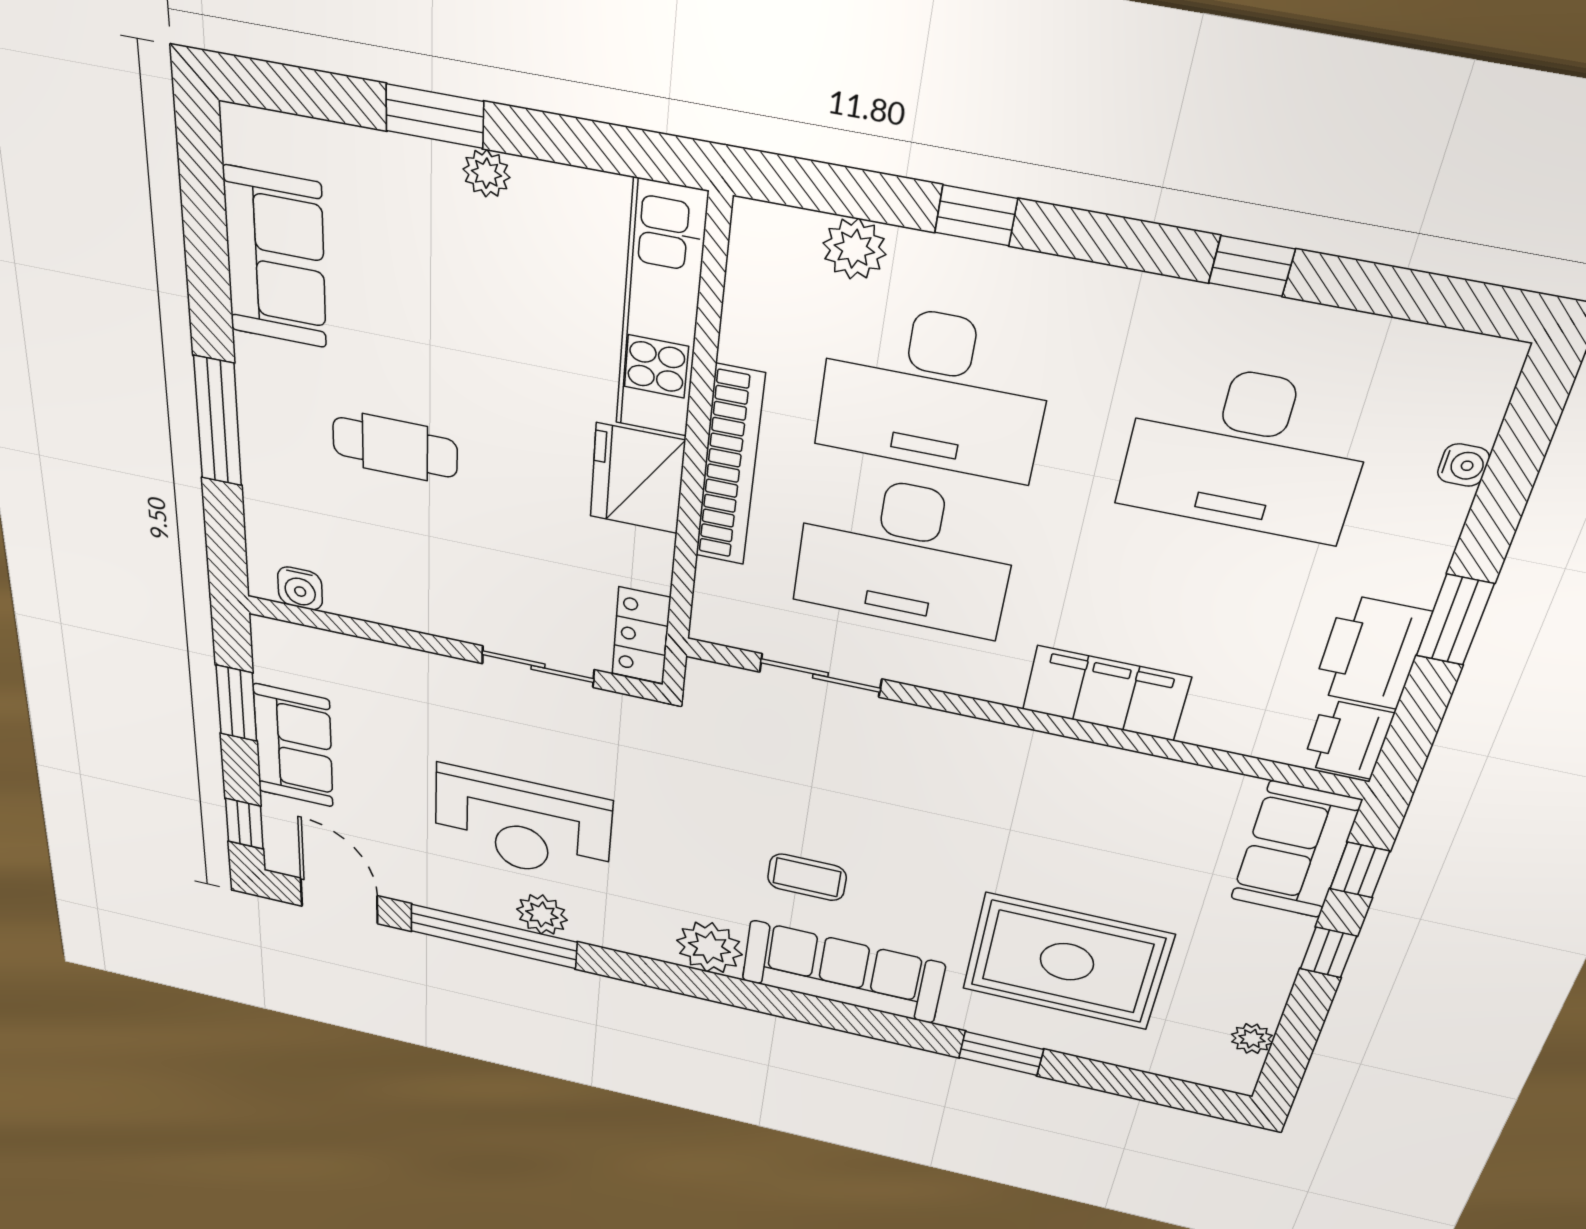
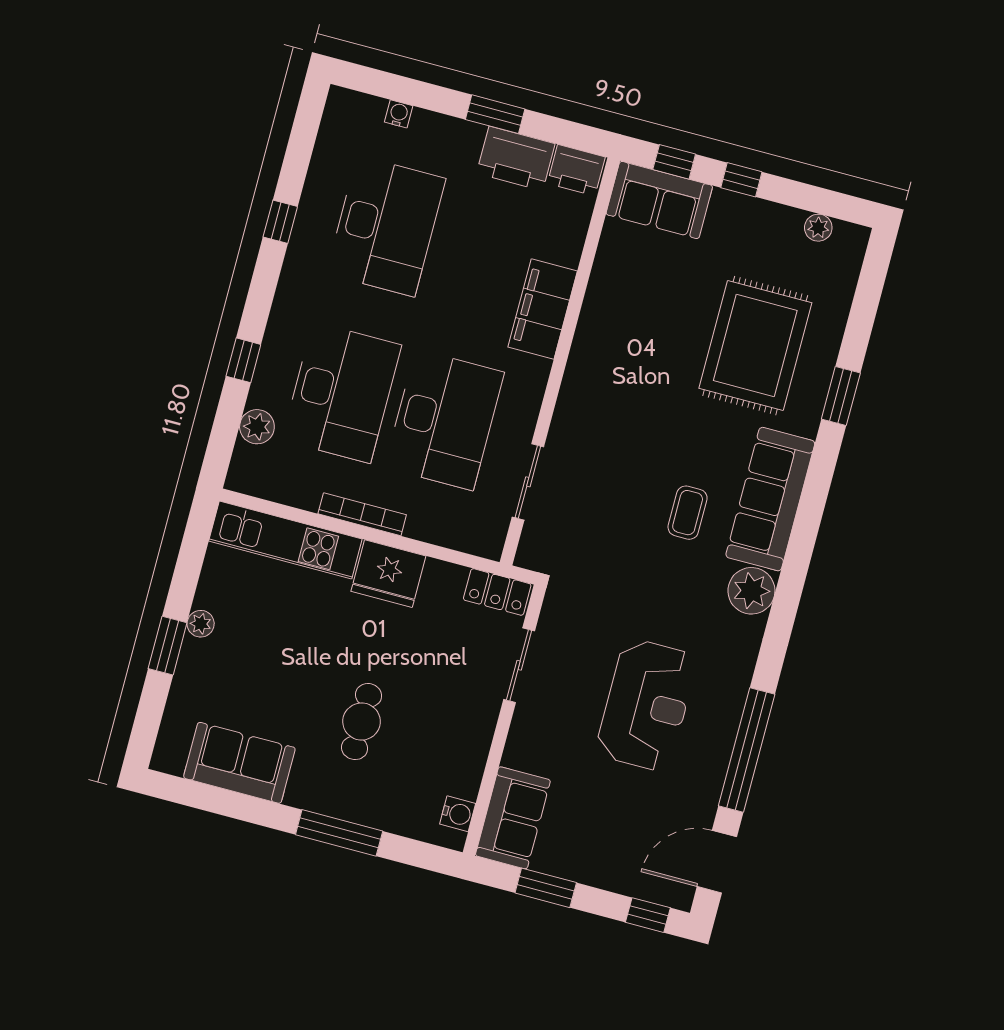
bookcase: (730, 467) -> (362, 514), width x0.68, depth x0.76
sofa: (294, 746) -> (513, 818), moved, turned 90
plant: (542, 915) -> (725, 709), removed

